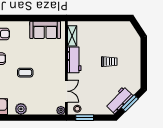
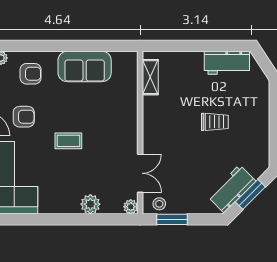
sofa: (45, 30) -> (85, 67), moved
workbench: (74, 60) -> (227, 63), moved, turned 90
plant: (21, 109) -> (90, 204), moved

